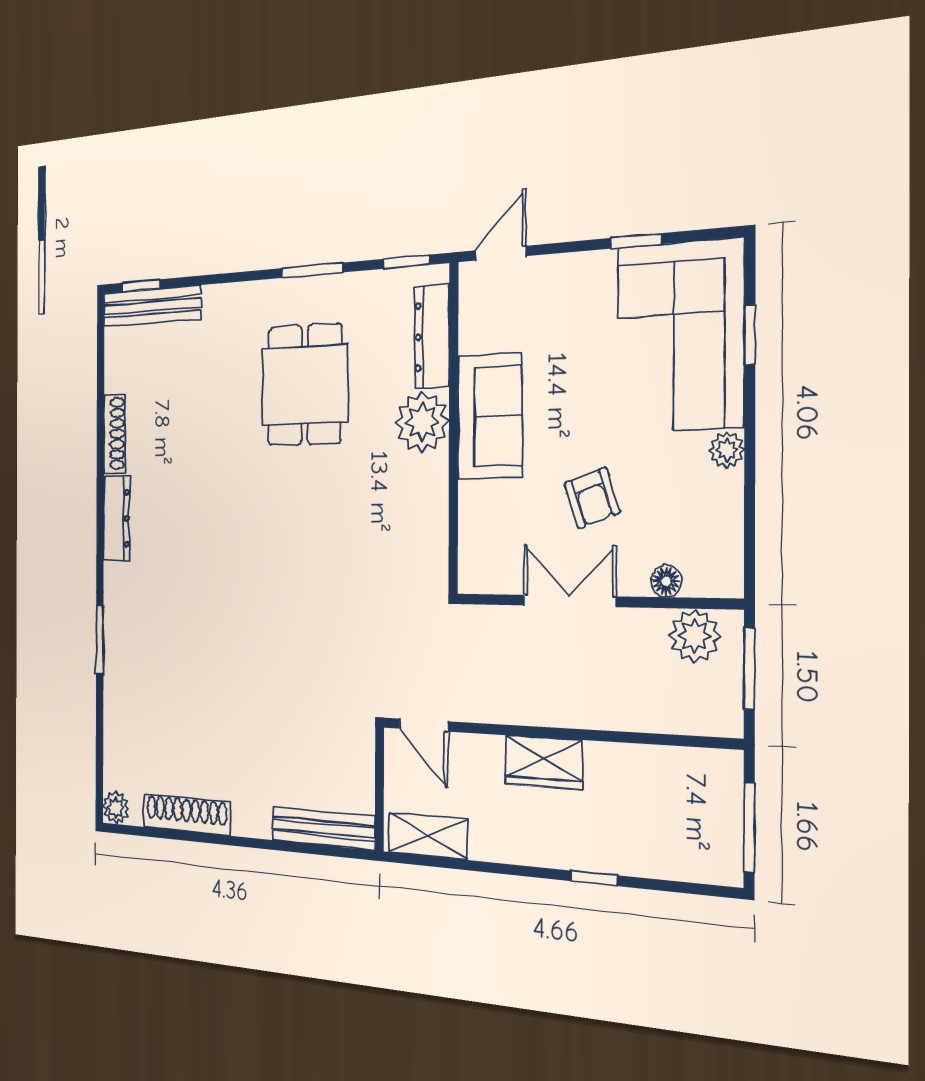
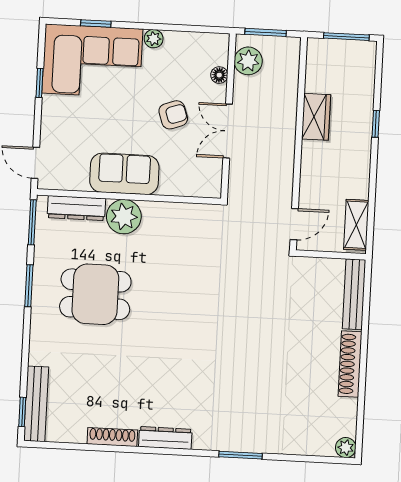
window: (406, 262) -> (32, 222), width x1.50
wardrobe: (543, 762) -> (316, 117), moved
shoe rack: (187, 815) -> (350, 364), moved

